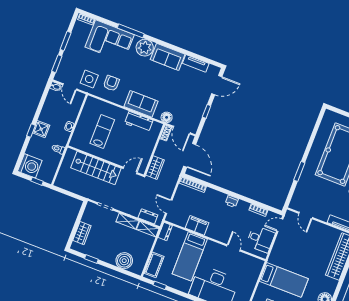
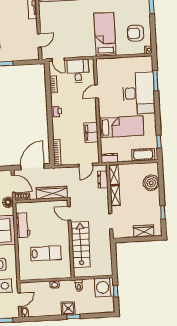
door: (182, 130) -> (13, 184), hinge flipped
lab bench: (102, 132) -> (46, 253), turned 180
washing machine: (30, 166) -> (104, 287), moved, turned -90
wardrobe: (155, 168) -> (52, 193), width x1.50

